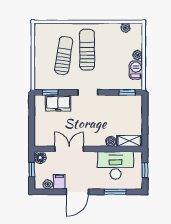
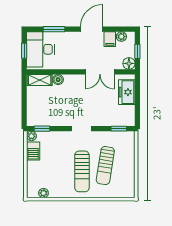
plant: (138, 55) -> (31, 136), moved
freezer: (58, 103) -> (127, 92), moved, turned -90
desk: (116, 165) -> (41, 49), moved, turned 90

